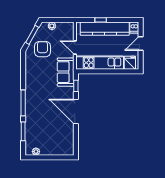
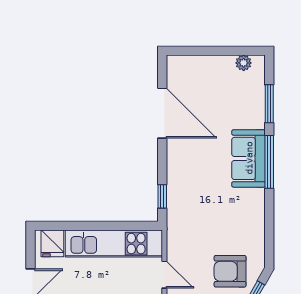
armchair: (42, 49) -> (230, 271), turned 90
sofa: (66, 72) -> (249, 158), moved, turned 180
door: (76, 111) -> (162, 113), moved

